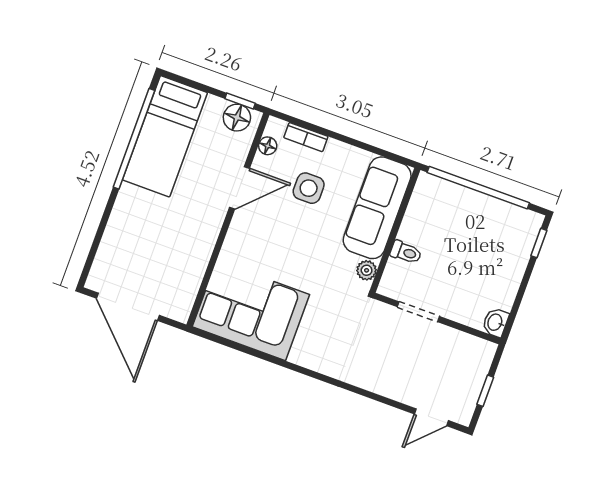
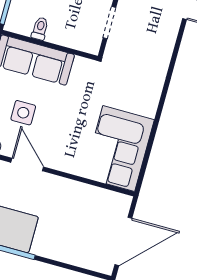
toilet: (406, 252) -> (40, 29), moved
plant: (367, 270) -> (81, 64), removed

